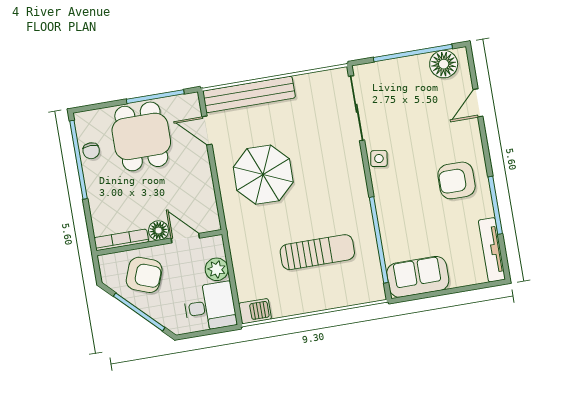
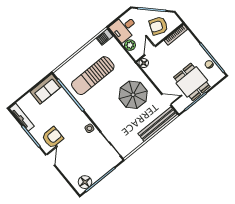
door: (478, 103) -> (50, 160), moved
floor lamp: (159, 231) -> (144, 63), moved
door: (185, 238) -> (150, 51), swing flipped
sun lounger: (317, 252) -> (93, 76), width x1.36, depth x1.34

